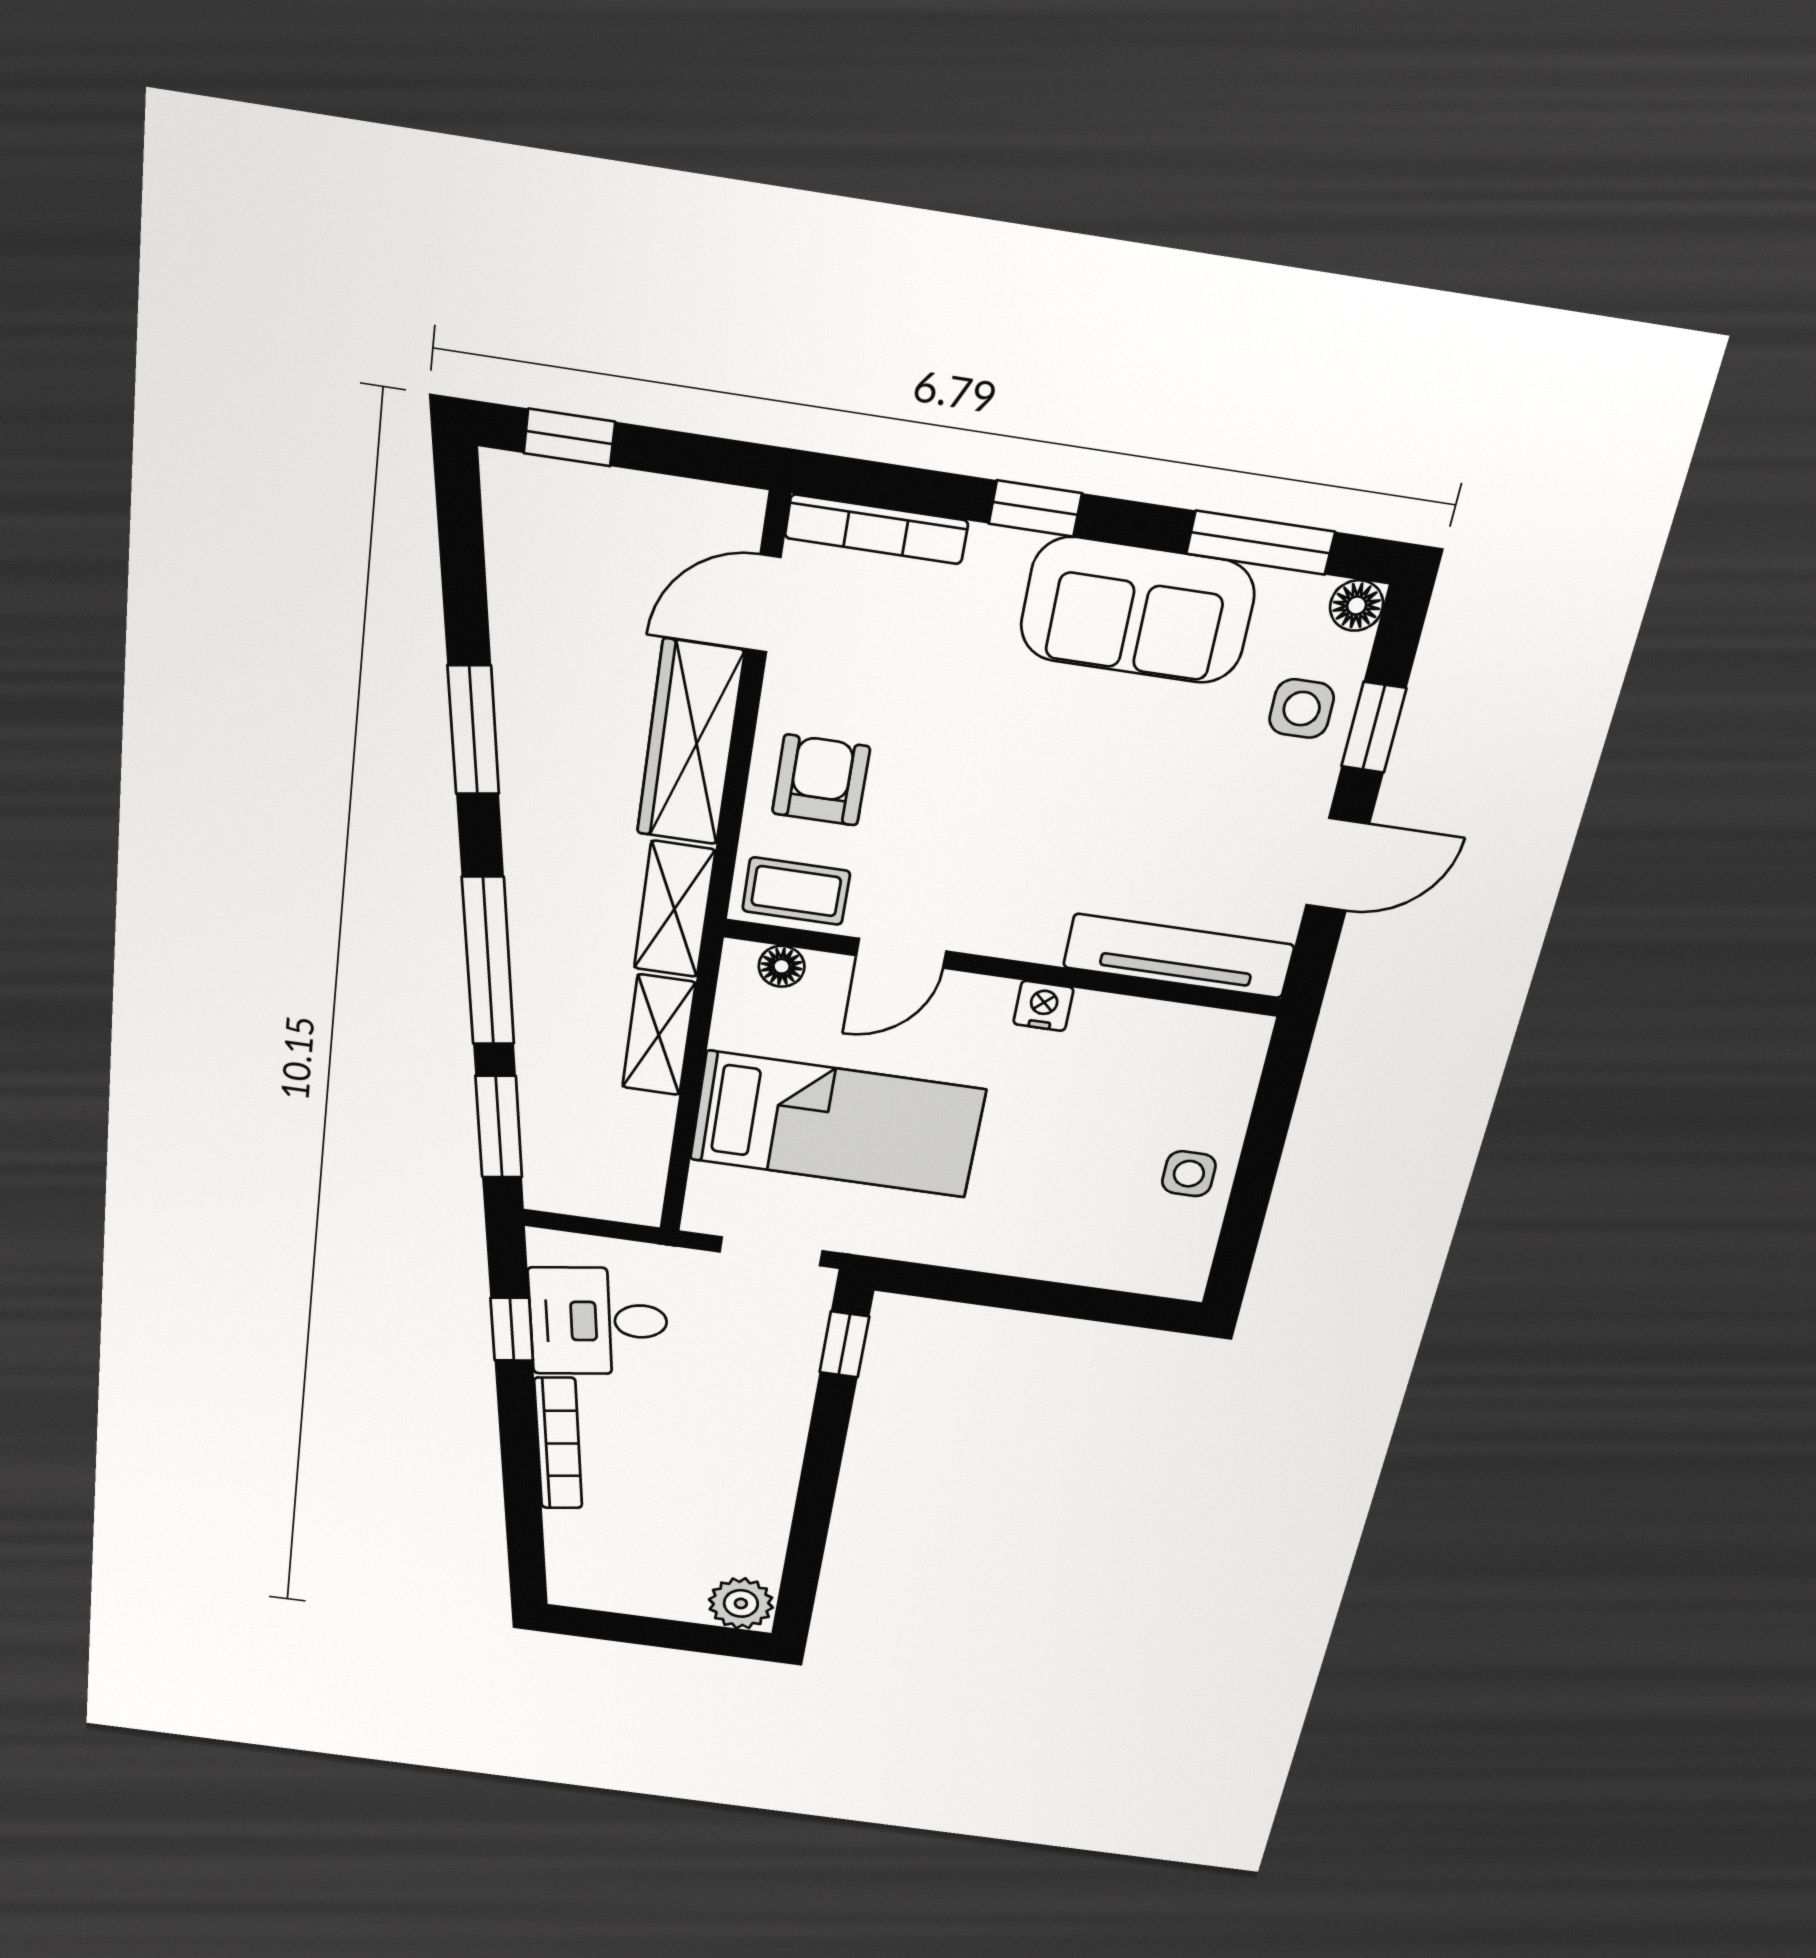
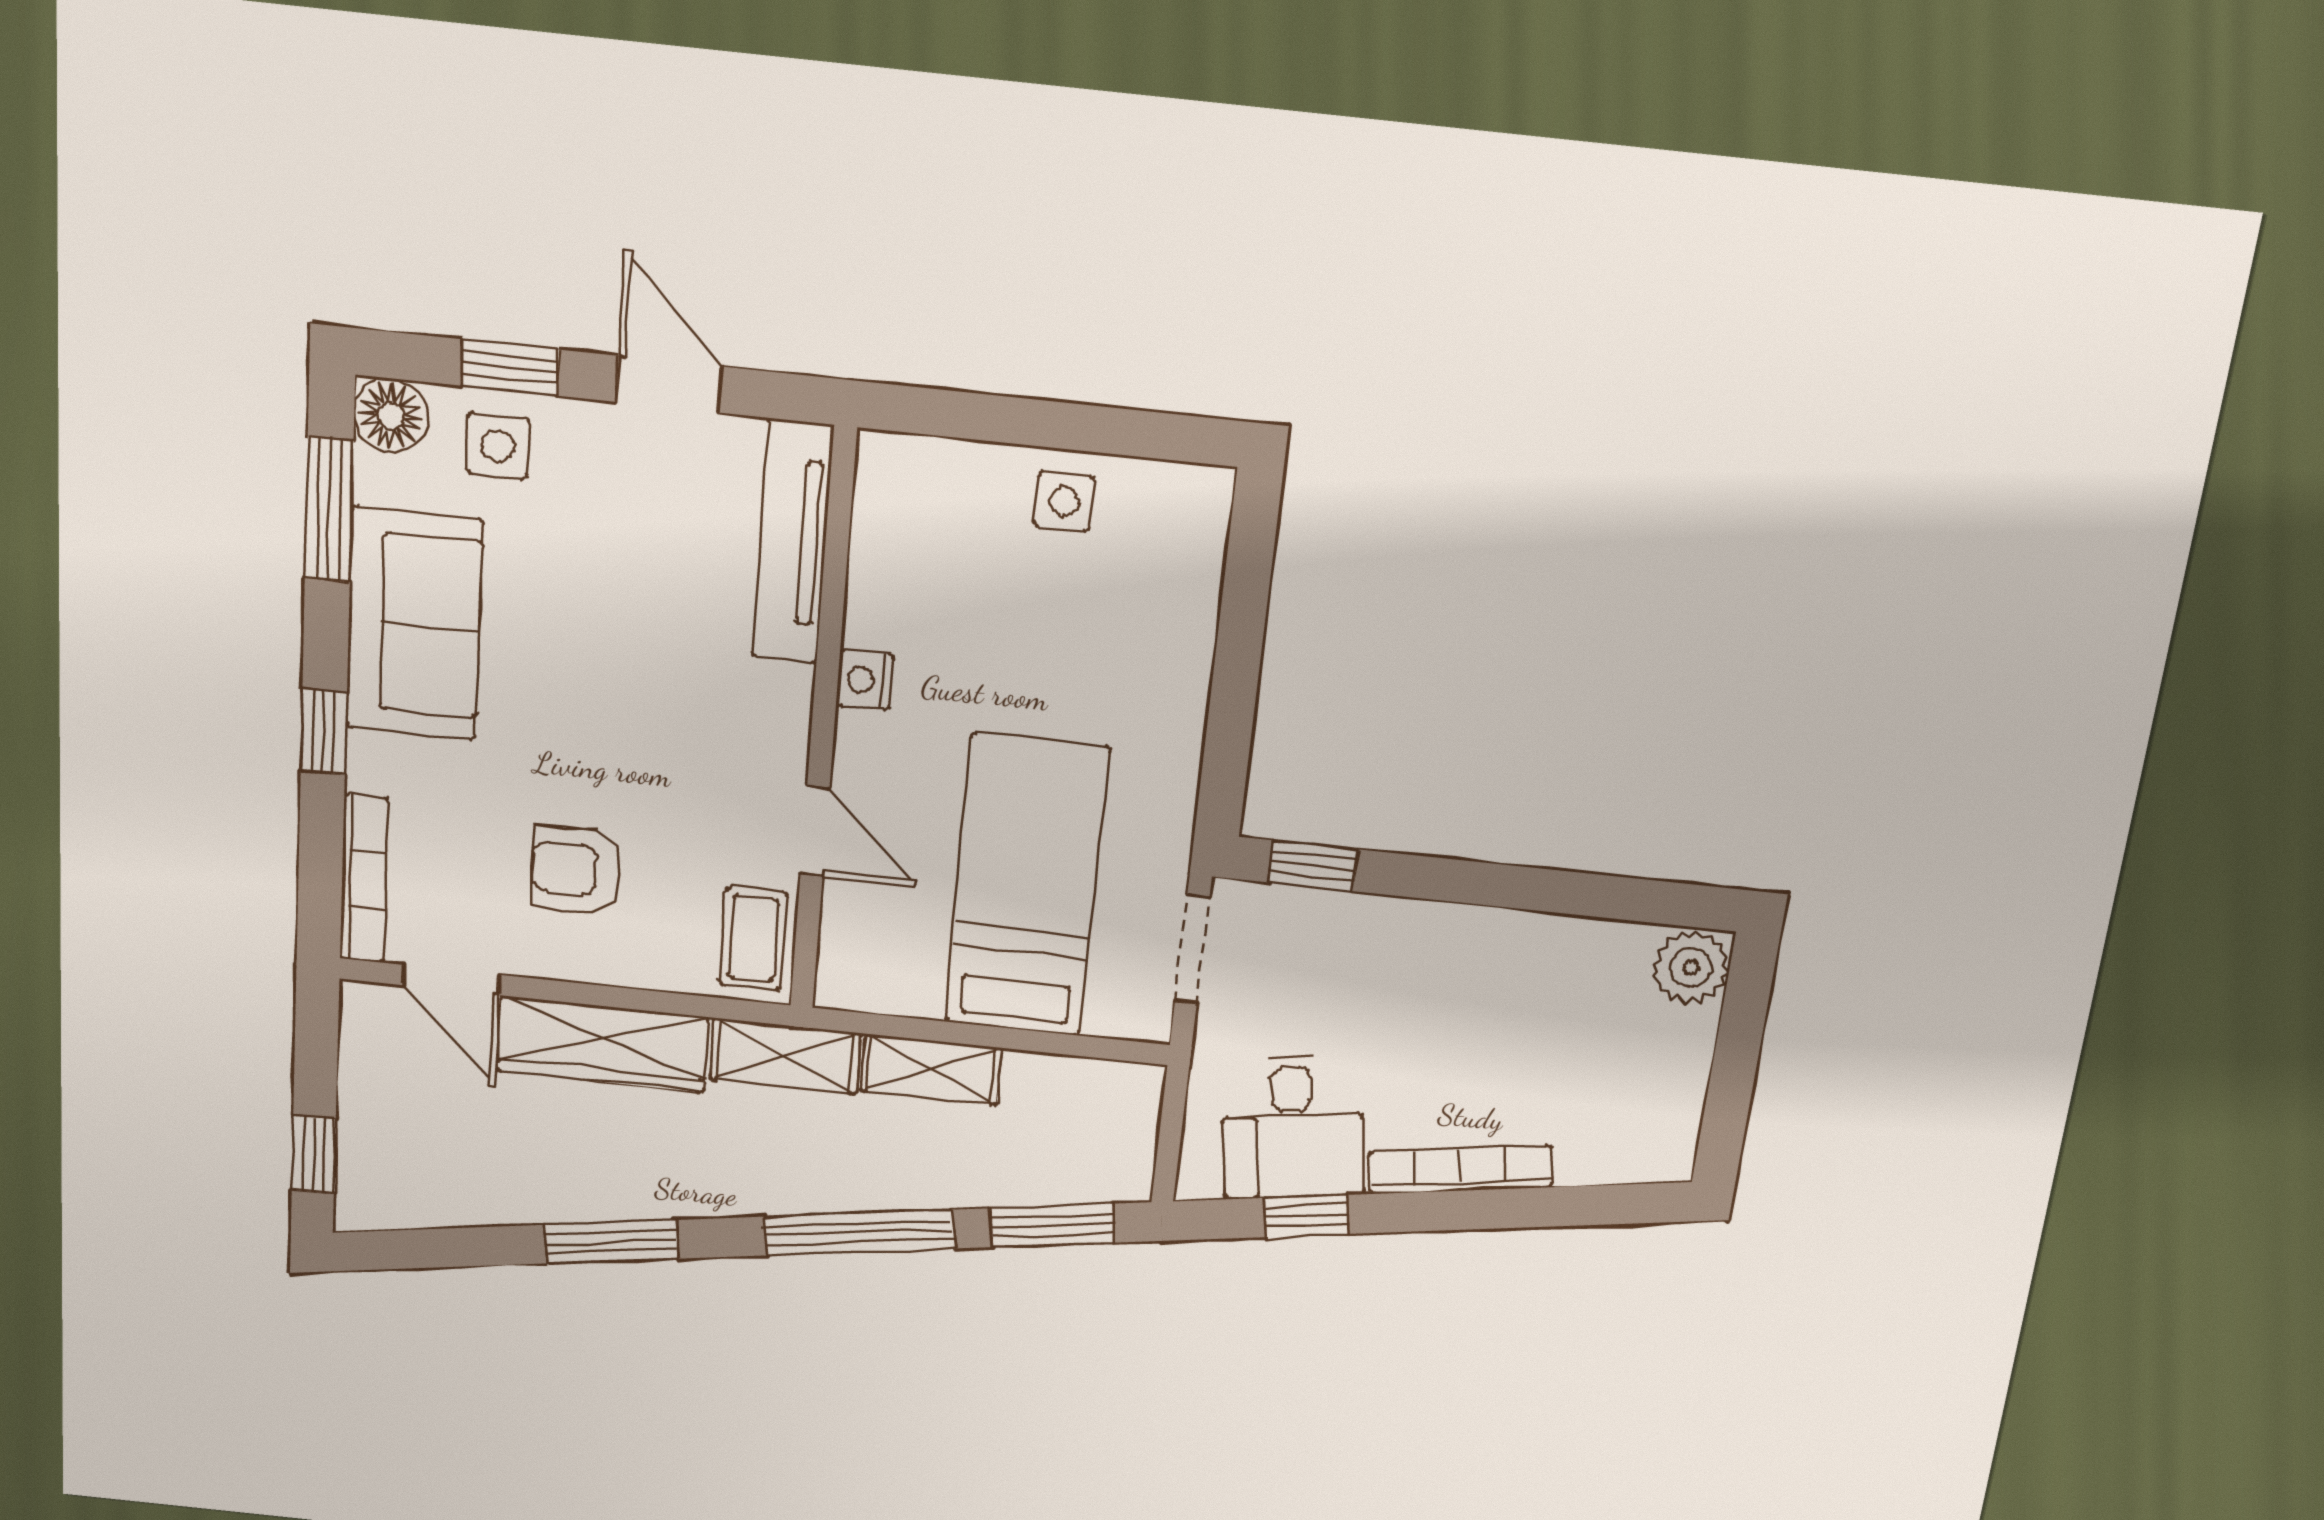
floor lamp: (1357, 606) -> (391, 415), width x1.37, depth x1.37
armchair: (821, 780) -> (577, 870), moved
floor lamp: (782, 966) -> (840, 950), removed

